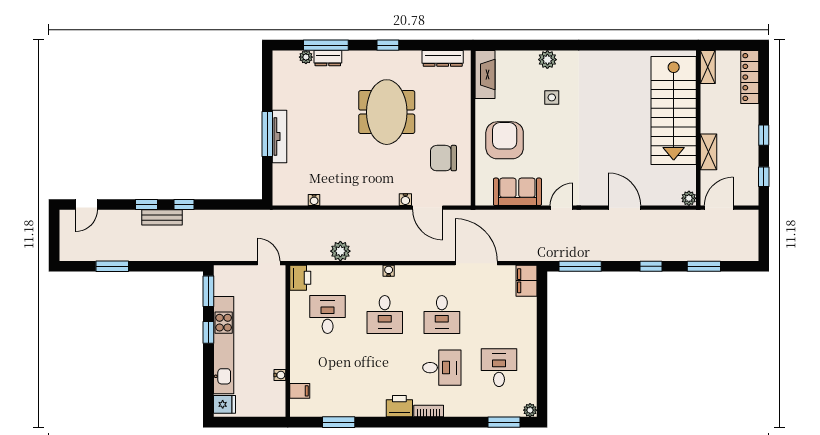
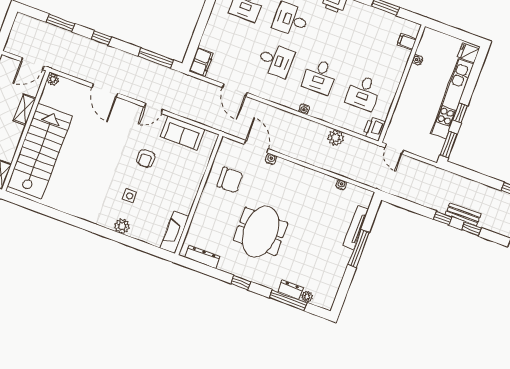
tv unit: (280, 136) -> (356, 228), moved
armchair: (505, 140) -> (146, 158), moved, width x0.53, depth x0.53
door: (476, 263) -> (235, 90), width x0.73
desk: (385, 315) -> (320, 77), turned 180
desk: (442, 315) -> (276, 60), turned 90

